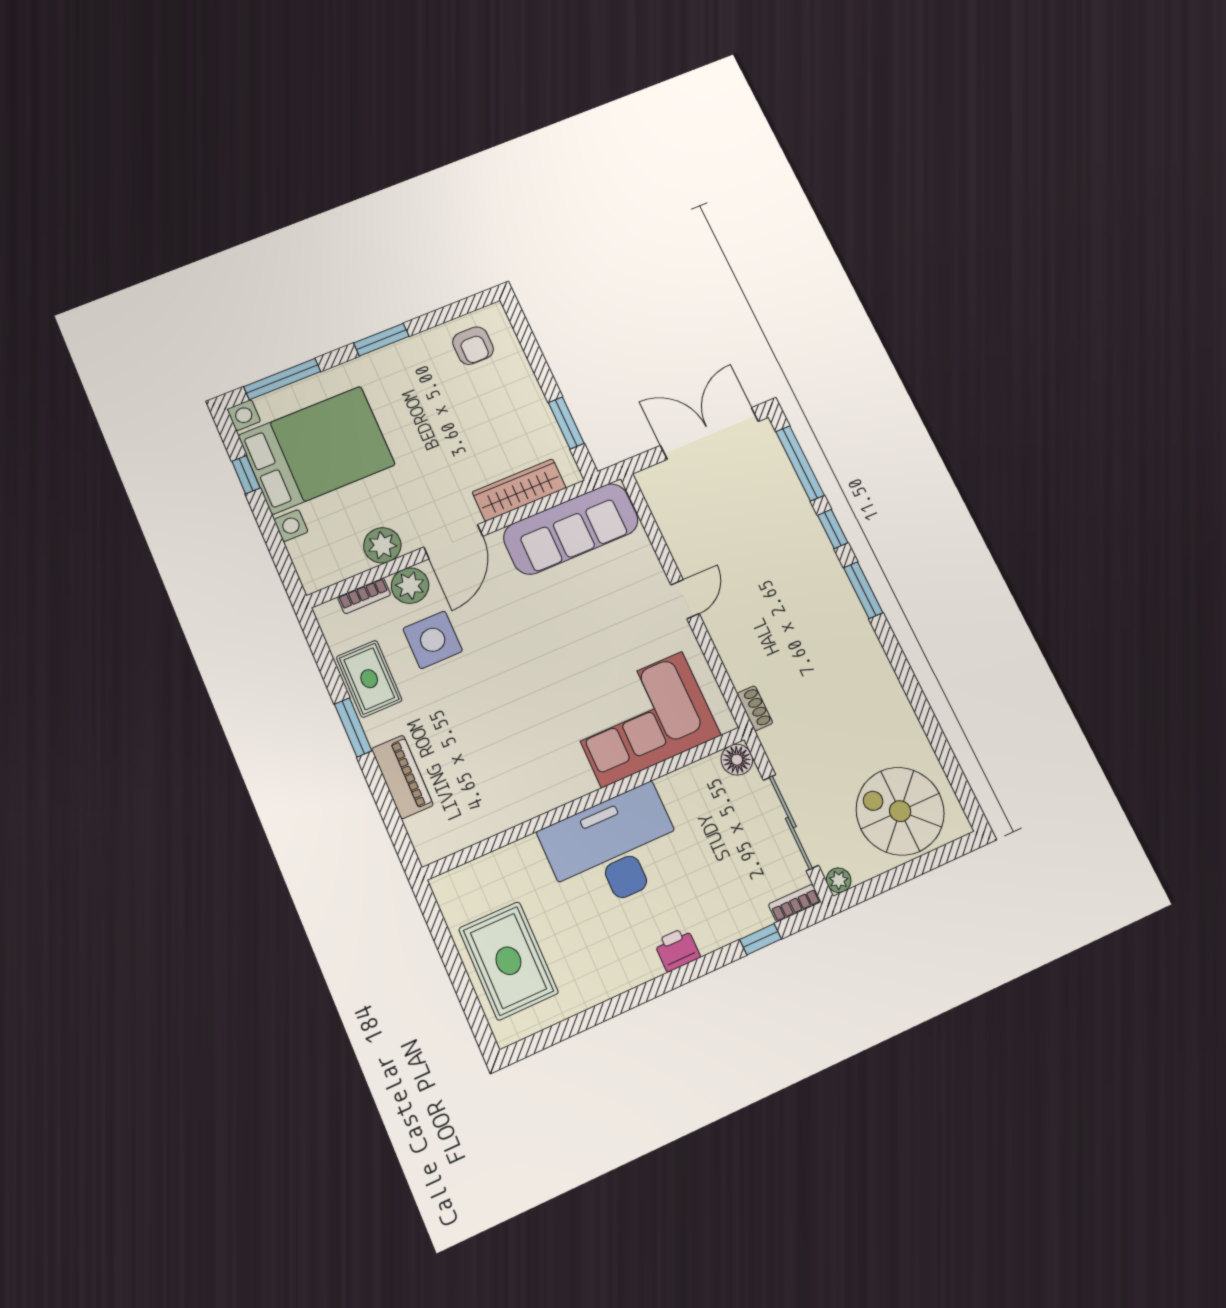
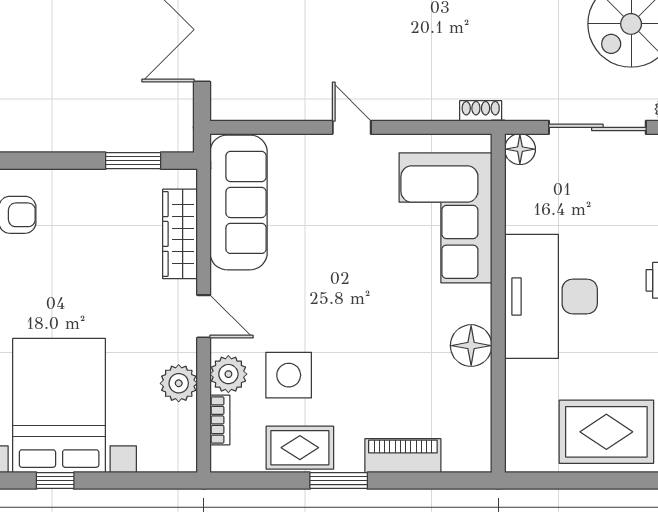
door: (453, 542) -> (204, 316), width x0.73
floor lamp: (534, 795) -> (471, 346), added

